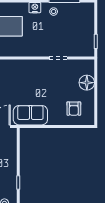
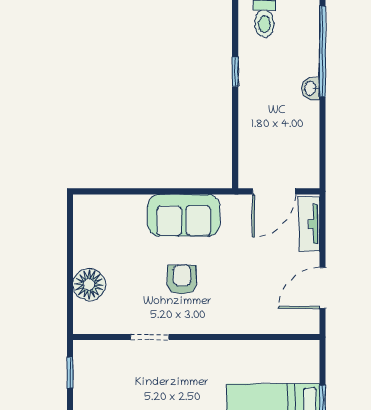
armchair: (74, 109) -> (182, 279), moved
sofa: (30, 115) -> (184, 215), moved

